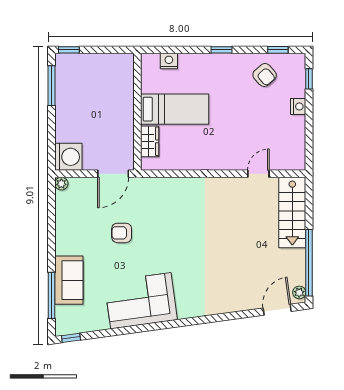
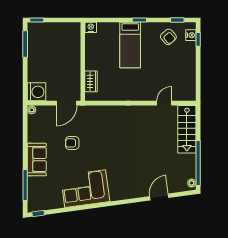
nightstand: (169, 61) -> (91, 27), moved
nightstand: (298, 106) -> (191, 35), moved
bed: (175, 109) -> (130, 45), moved, turned 90
sofa: (69, 280) -> (37, 160), moved
door: (277, 310) -> (159, 197), moved

